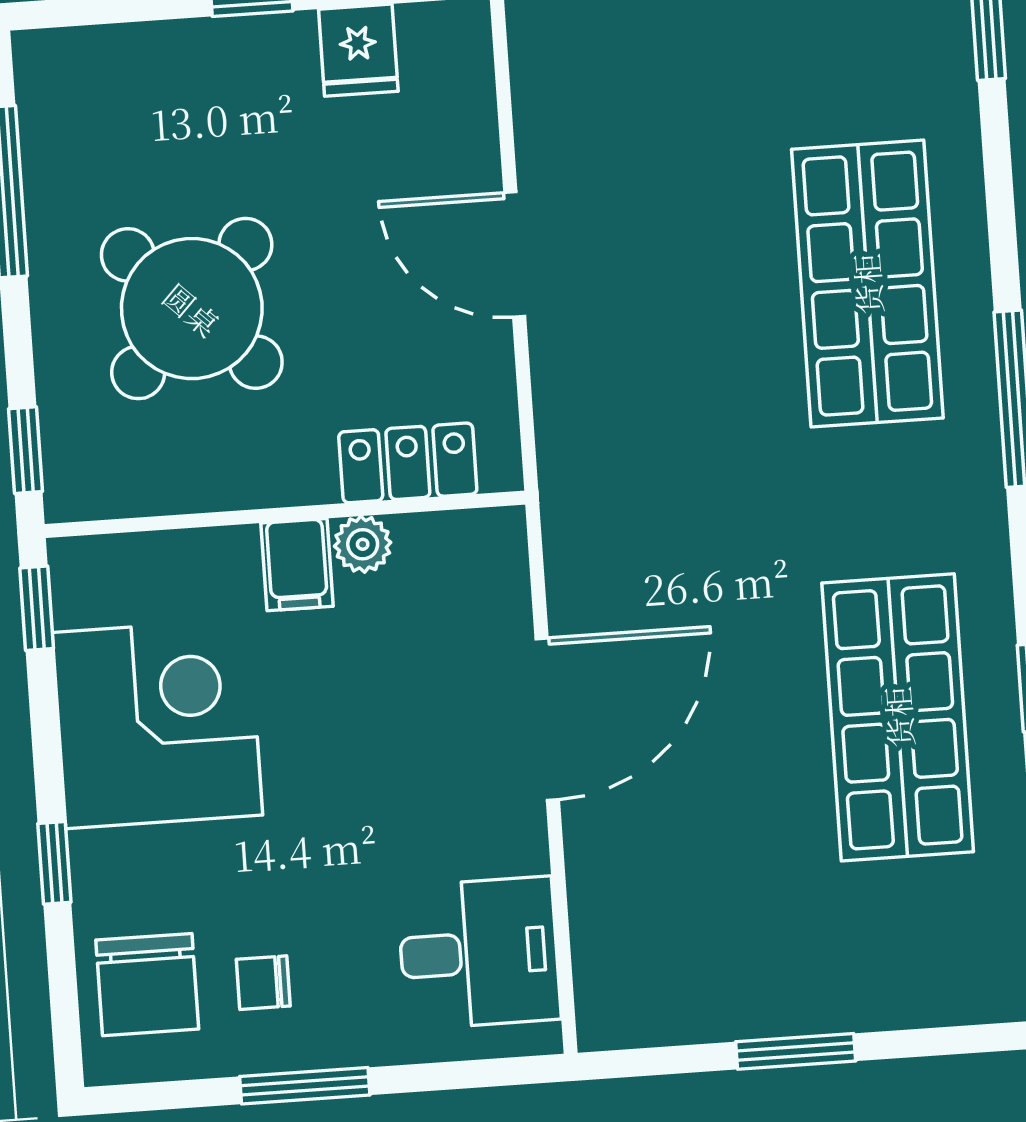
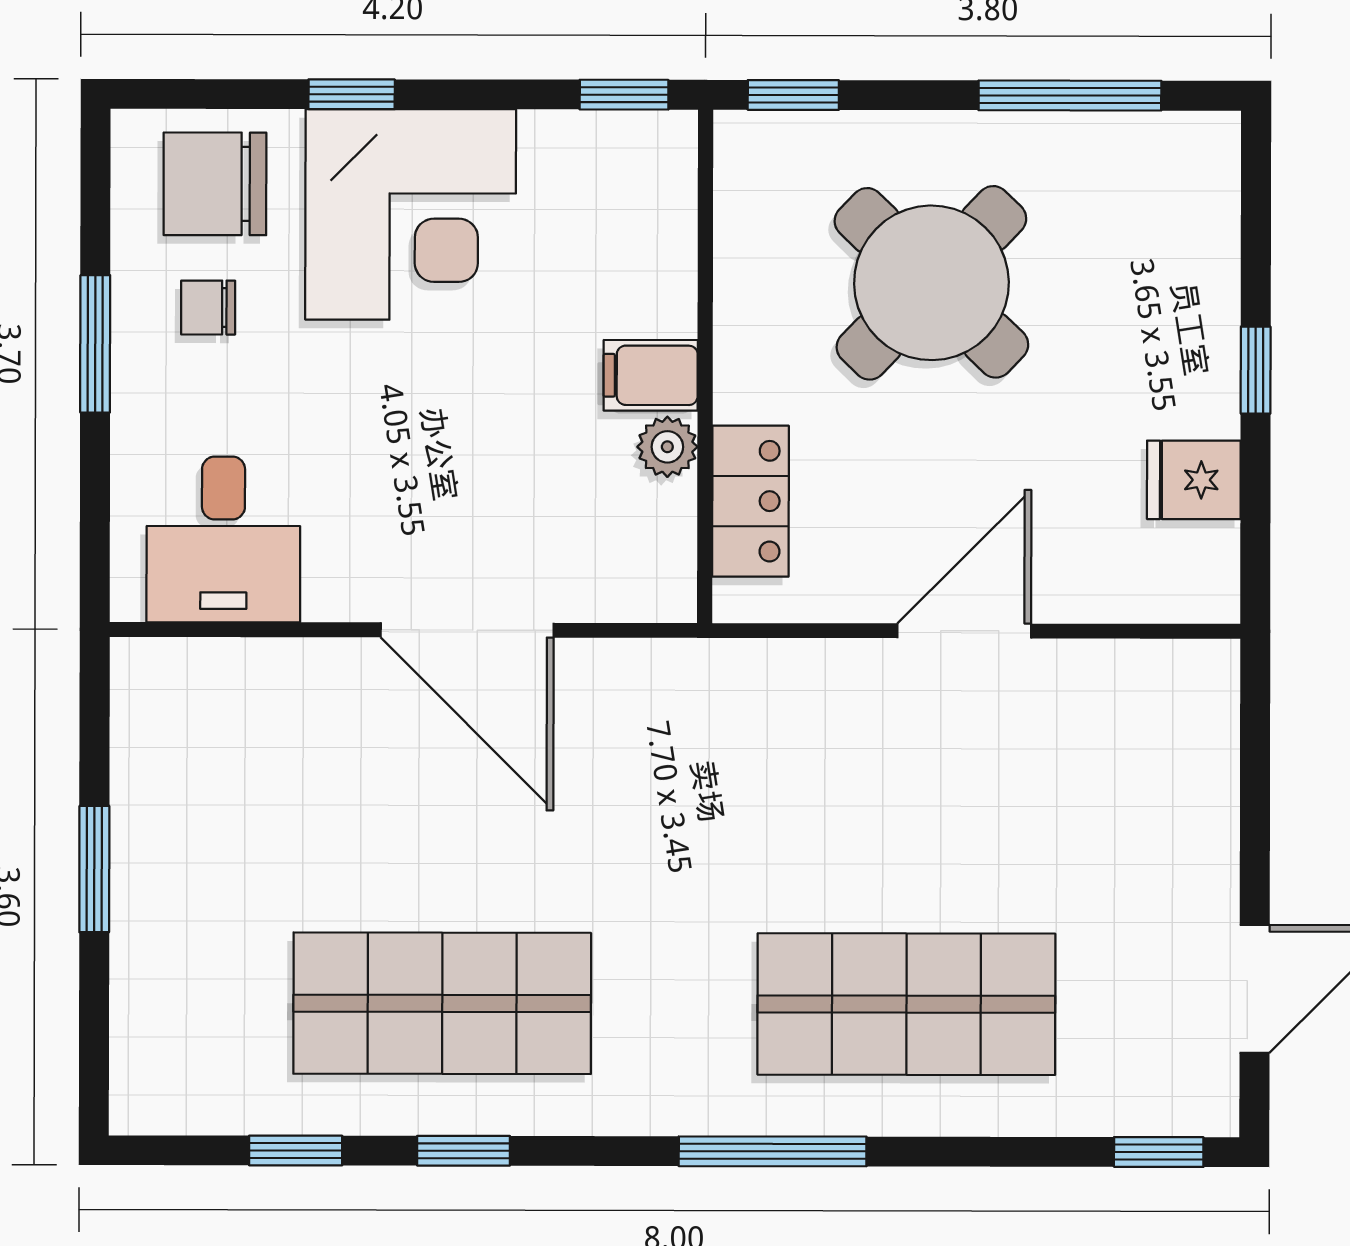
corner desk: (157, 724) -> (411, 214), moved
chair: (263, 983) -> (208, 308), turned -90

